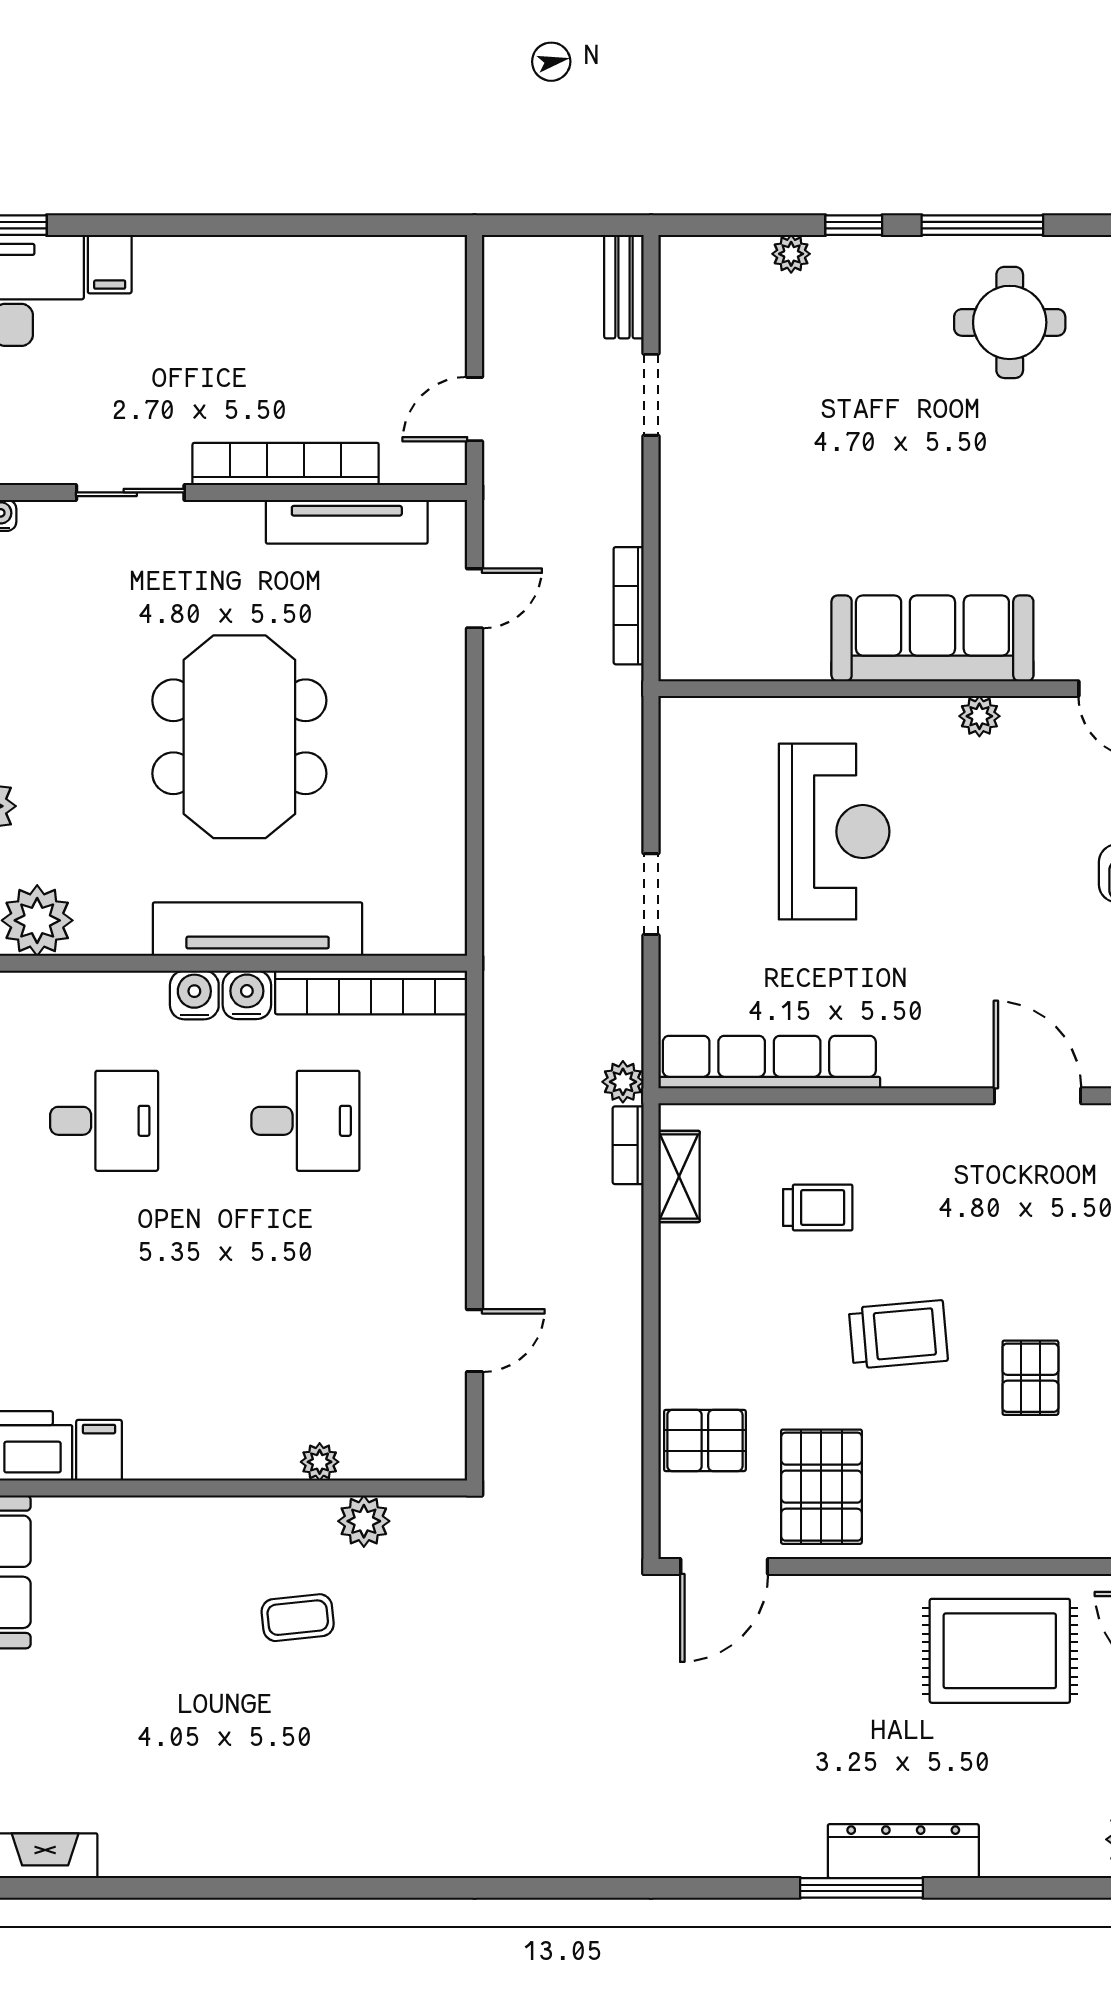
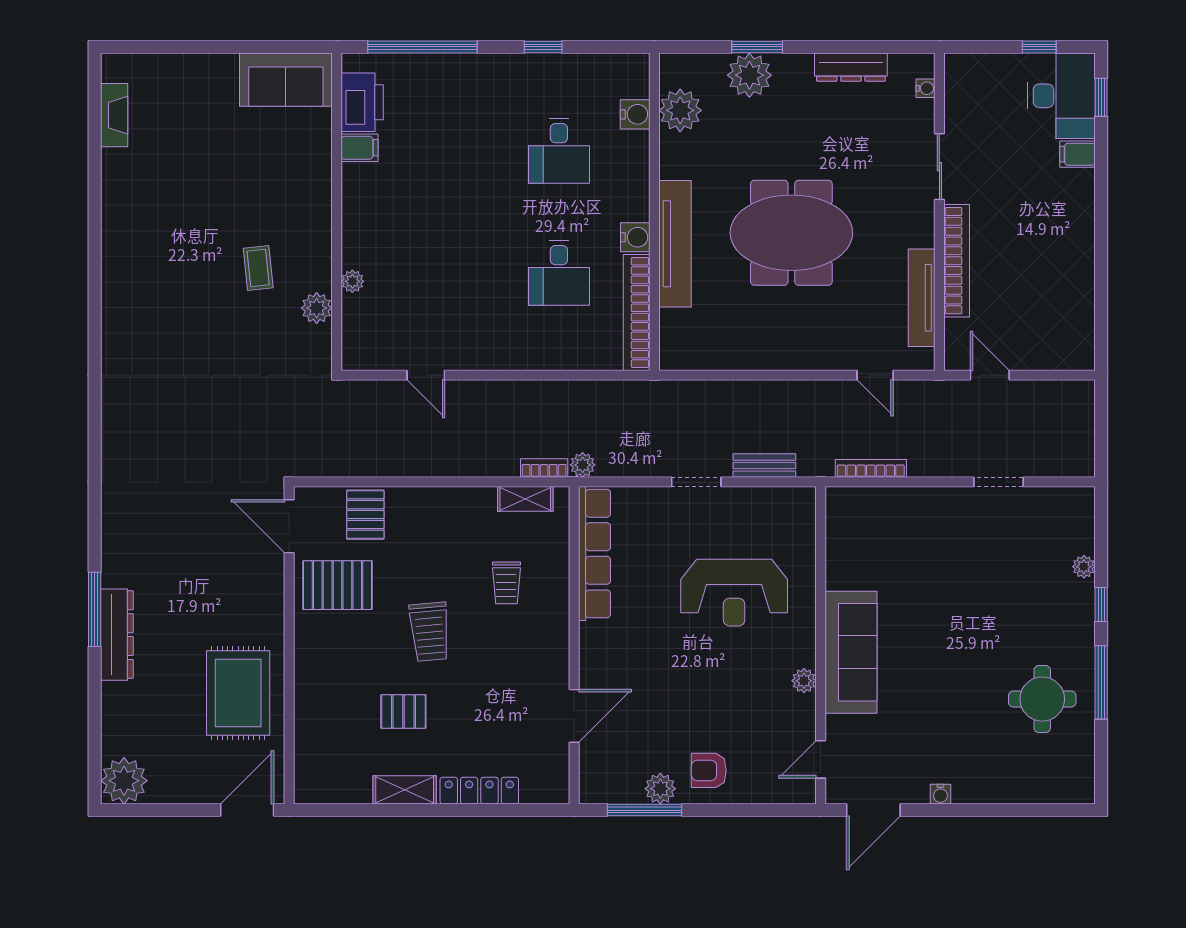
bench: (624, 287) -> (764, 466), moved
water cooler: (194, 995) -> (635, 114), moved

